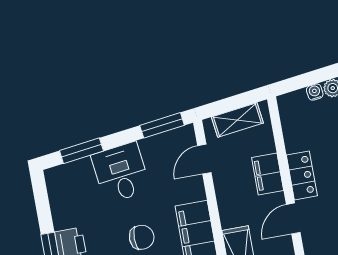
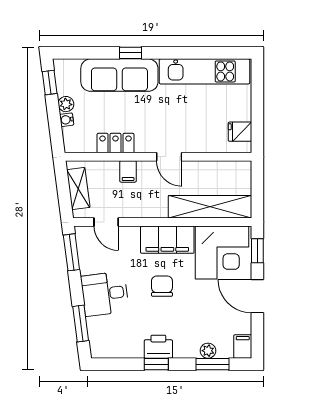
filing cabinet: (268, 174) -> (128, 171), width x0.50
locker: (302, 175) -> (115, 143), moved

